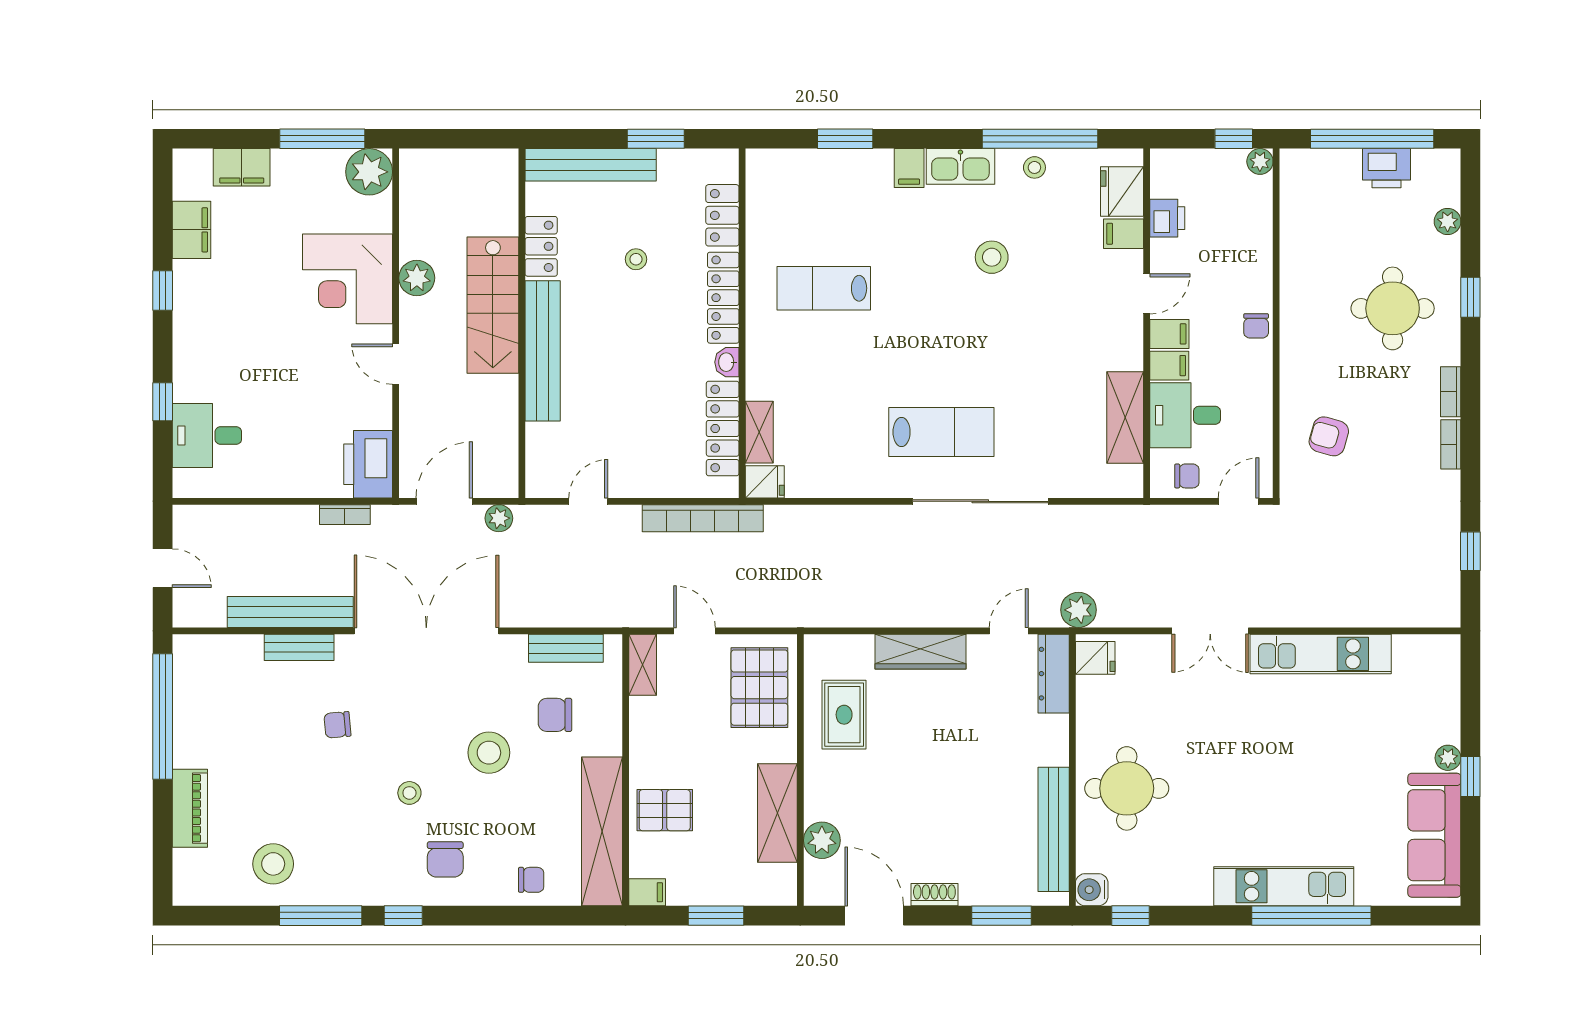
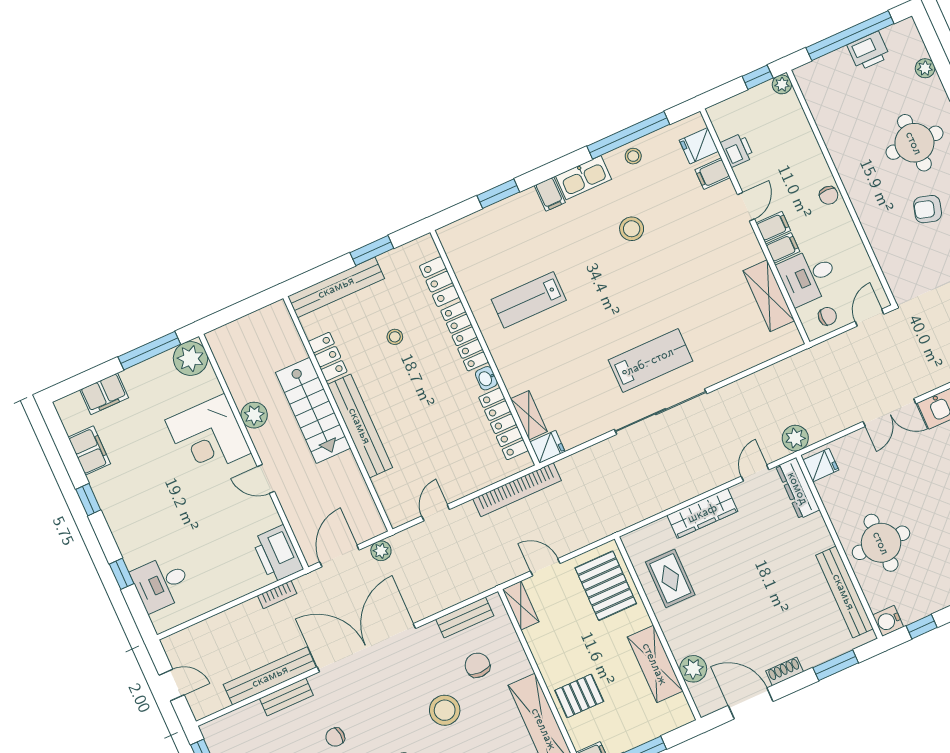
fridge: (1122, 191) -> (699, 146), width x0.72
armchair: (1329, 436) -> (928, 209), moved
sliding door: (980, 501) -> (661, 412), moved
chair: (555, 715) -> (477, 665), turned 90

